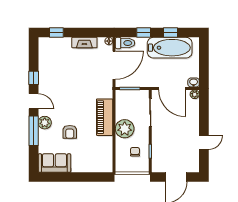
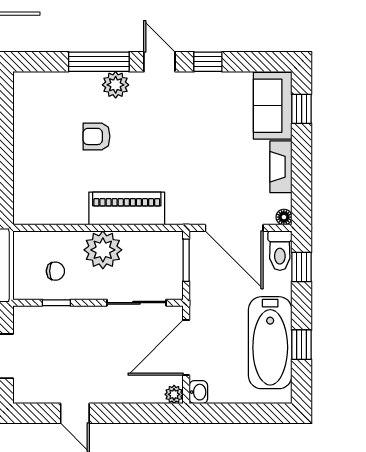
window: (144, 33) -> (302, 267), moved
door: (34, 101) -> (159, 62), swing flipped
sofa: (54, 163) -> (273, 106), moved, turned 180

